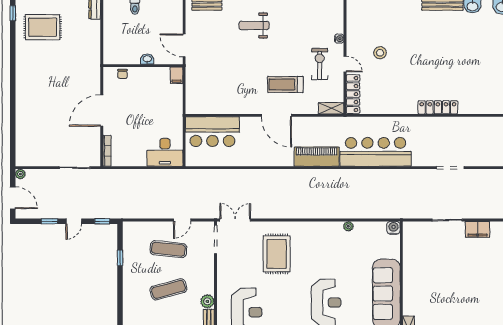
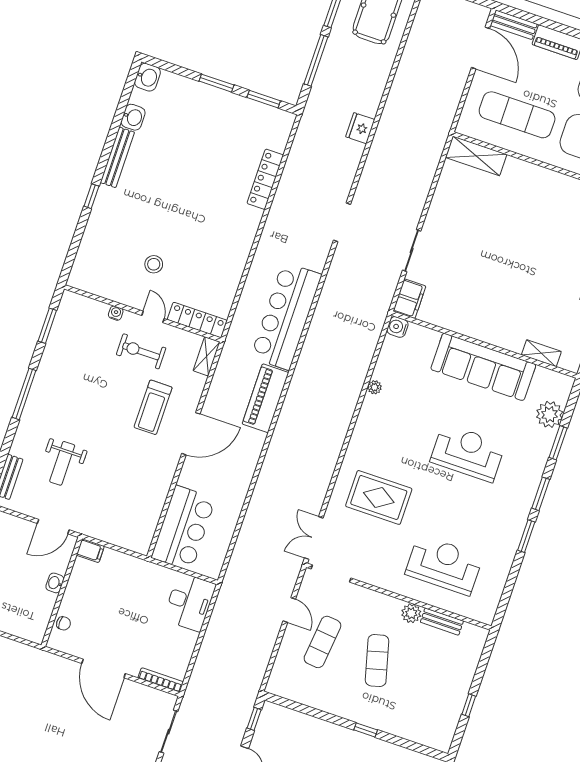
weight bench: (254, 25) -> (62, 463), moved
door: (345, 64) -> (153, 317), hinge flipped
locker: (438, 107) -> (265, 179), moved
filing cabinet: (478, 229) -> (409, 299), moved
window: (120, 258) -> (366, 730), moved

